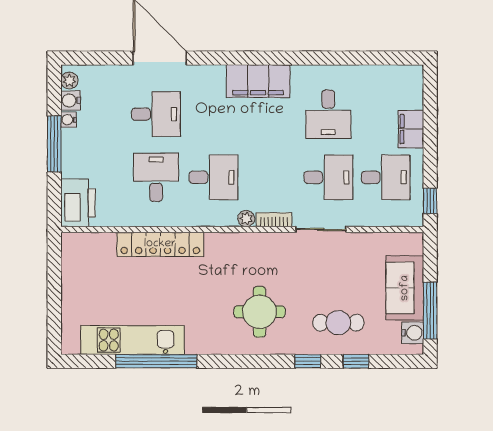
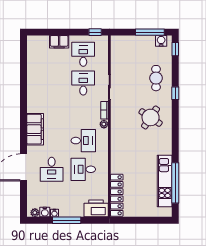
filing cabinet: (258, 81) -> (35, 129), moved
desk: (156, 114) -> (52, 169), turned 180
desk: (328, 114) -> (52, 83), removed
desk: (213, 177) -> (83, 141), turned 90
locker: (160, 244) -> (117, 195), moved
sofa: (405, 288) -> (139, 45), removed
round table: (260, 312) -> (151, 117), turned 34
window: (156, 361) -> (175, 183), moved
window: (356, 361) -> (175, 49), moved

